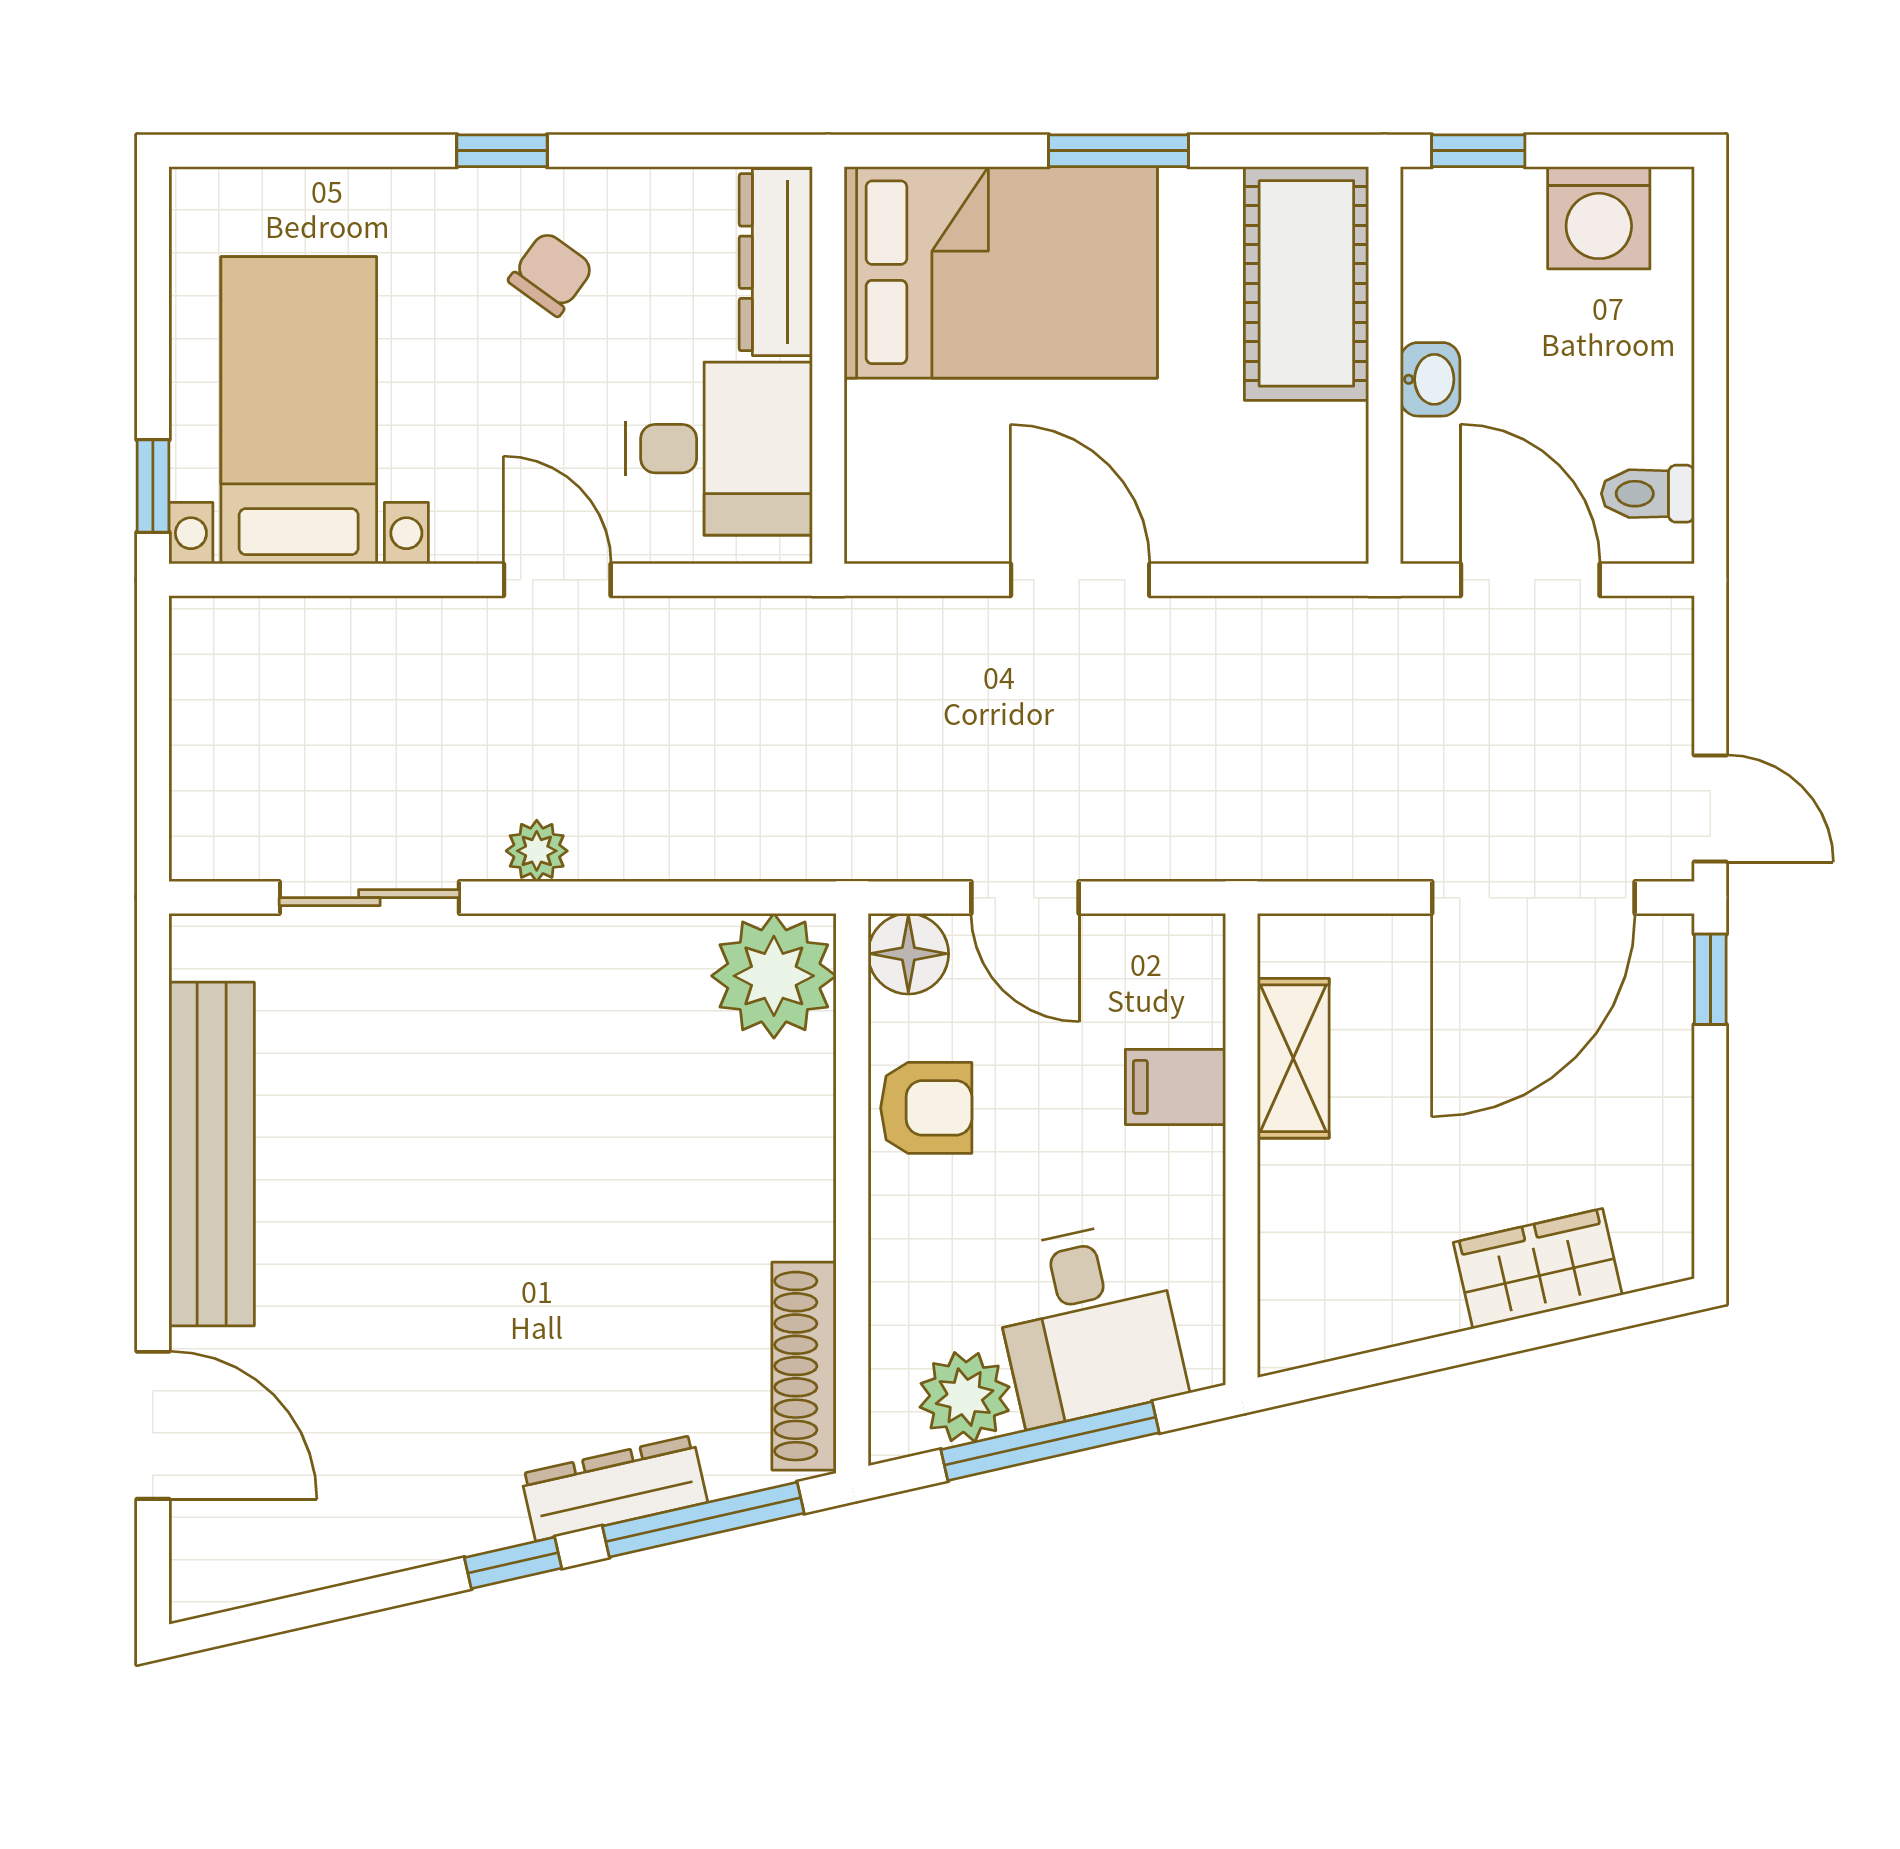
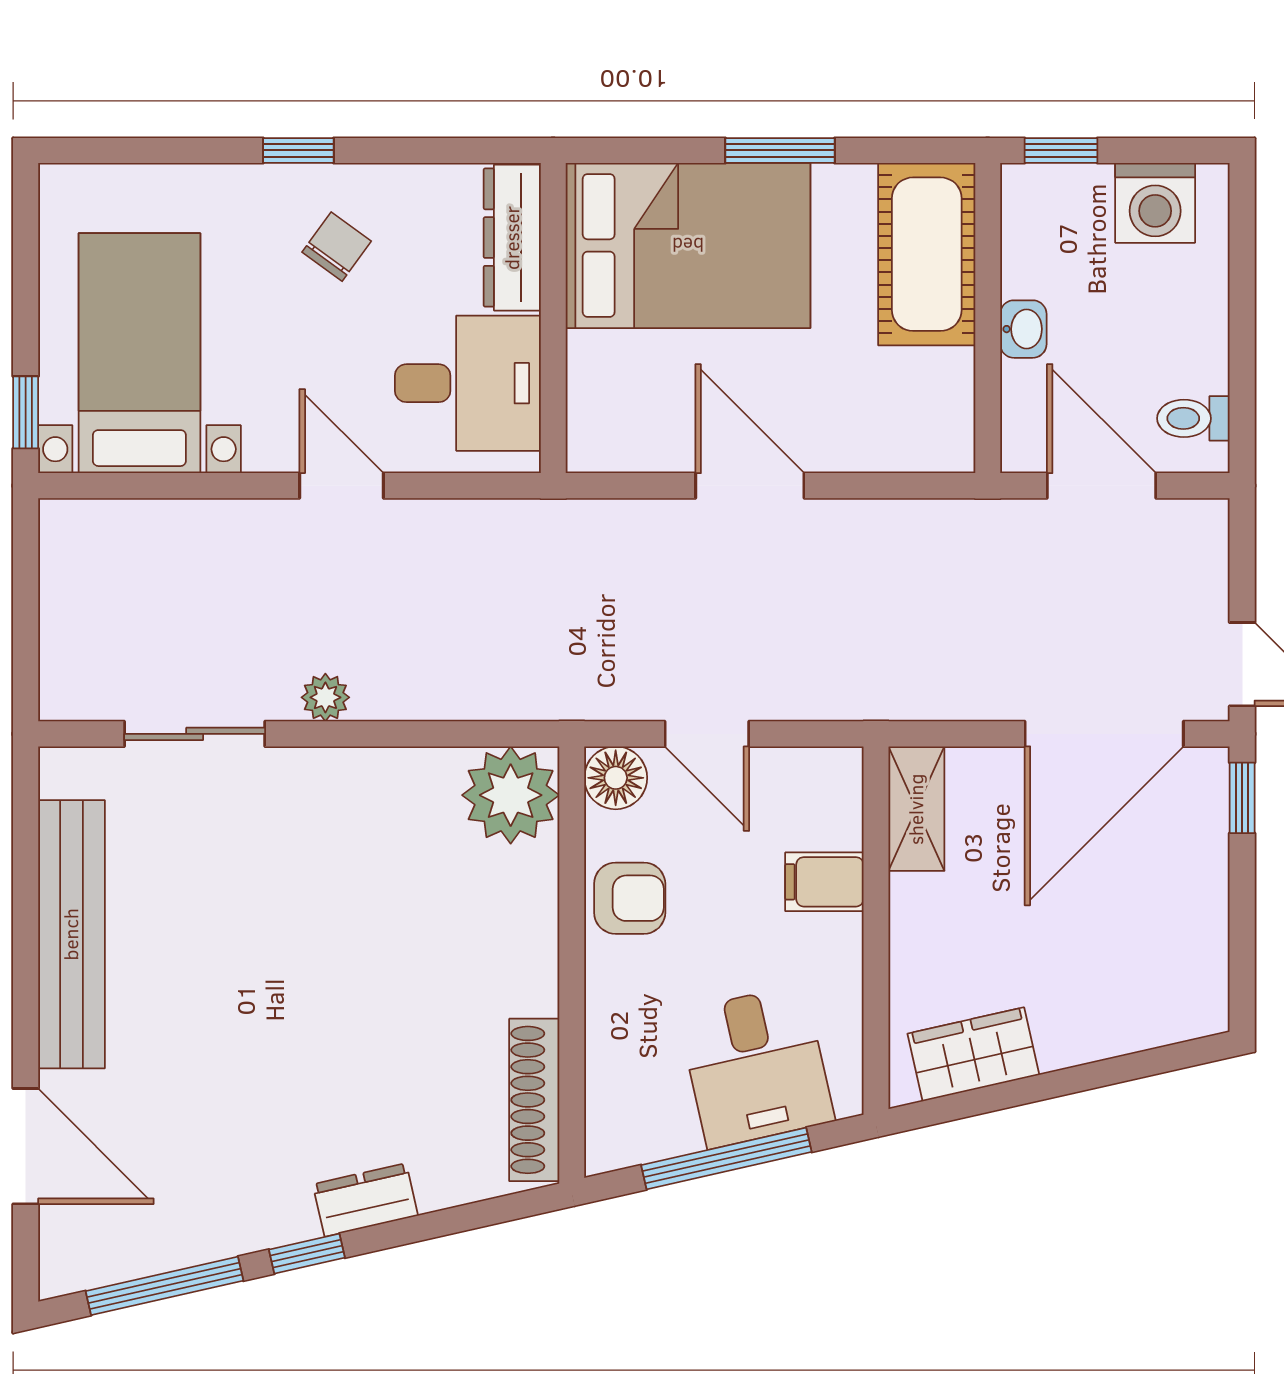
shelving: (1293, 1058) -> (916, 809), moved
wardrobe: (1538, 1269) -> (973, 1054), moved
plant: (965, 1397) -> (660, 1124), removed
dresser: (614, 1488) -> (365, 1200), width x0.70
window: (703, 1520) -> (164, 1286), moved

